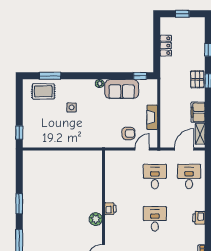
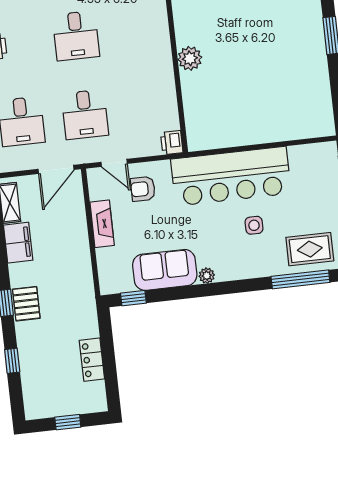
window: (50, 76) -> (300, 279), width x1.44
bar counter: (81, 135) -> (231, 176), added
door: (142, 149) -> (114, 163), hinge flipped
door: (184, 149) -> (56, 169), moved
printer: (110, 209) -> (172, 143), moved
plant: (96, 219) -> (190, 58), moved

